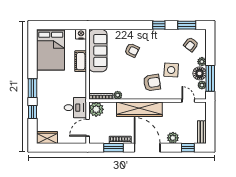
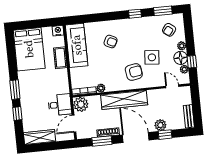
window: (210, 78) -> (192, 62), width x0.46
wardrobe: (47, 138) -> (40, 137), width x1.50
window: (188, 148) -> (165, 135), moved

